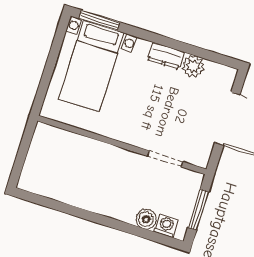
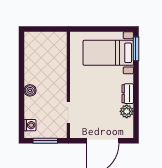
boiler: (146, 219) -> (30, 90), moved

